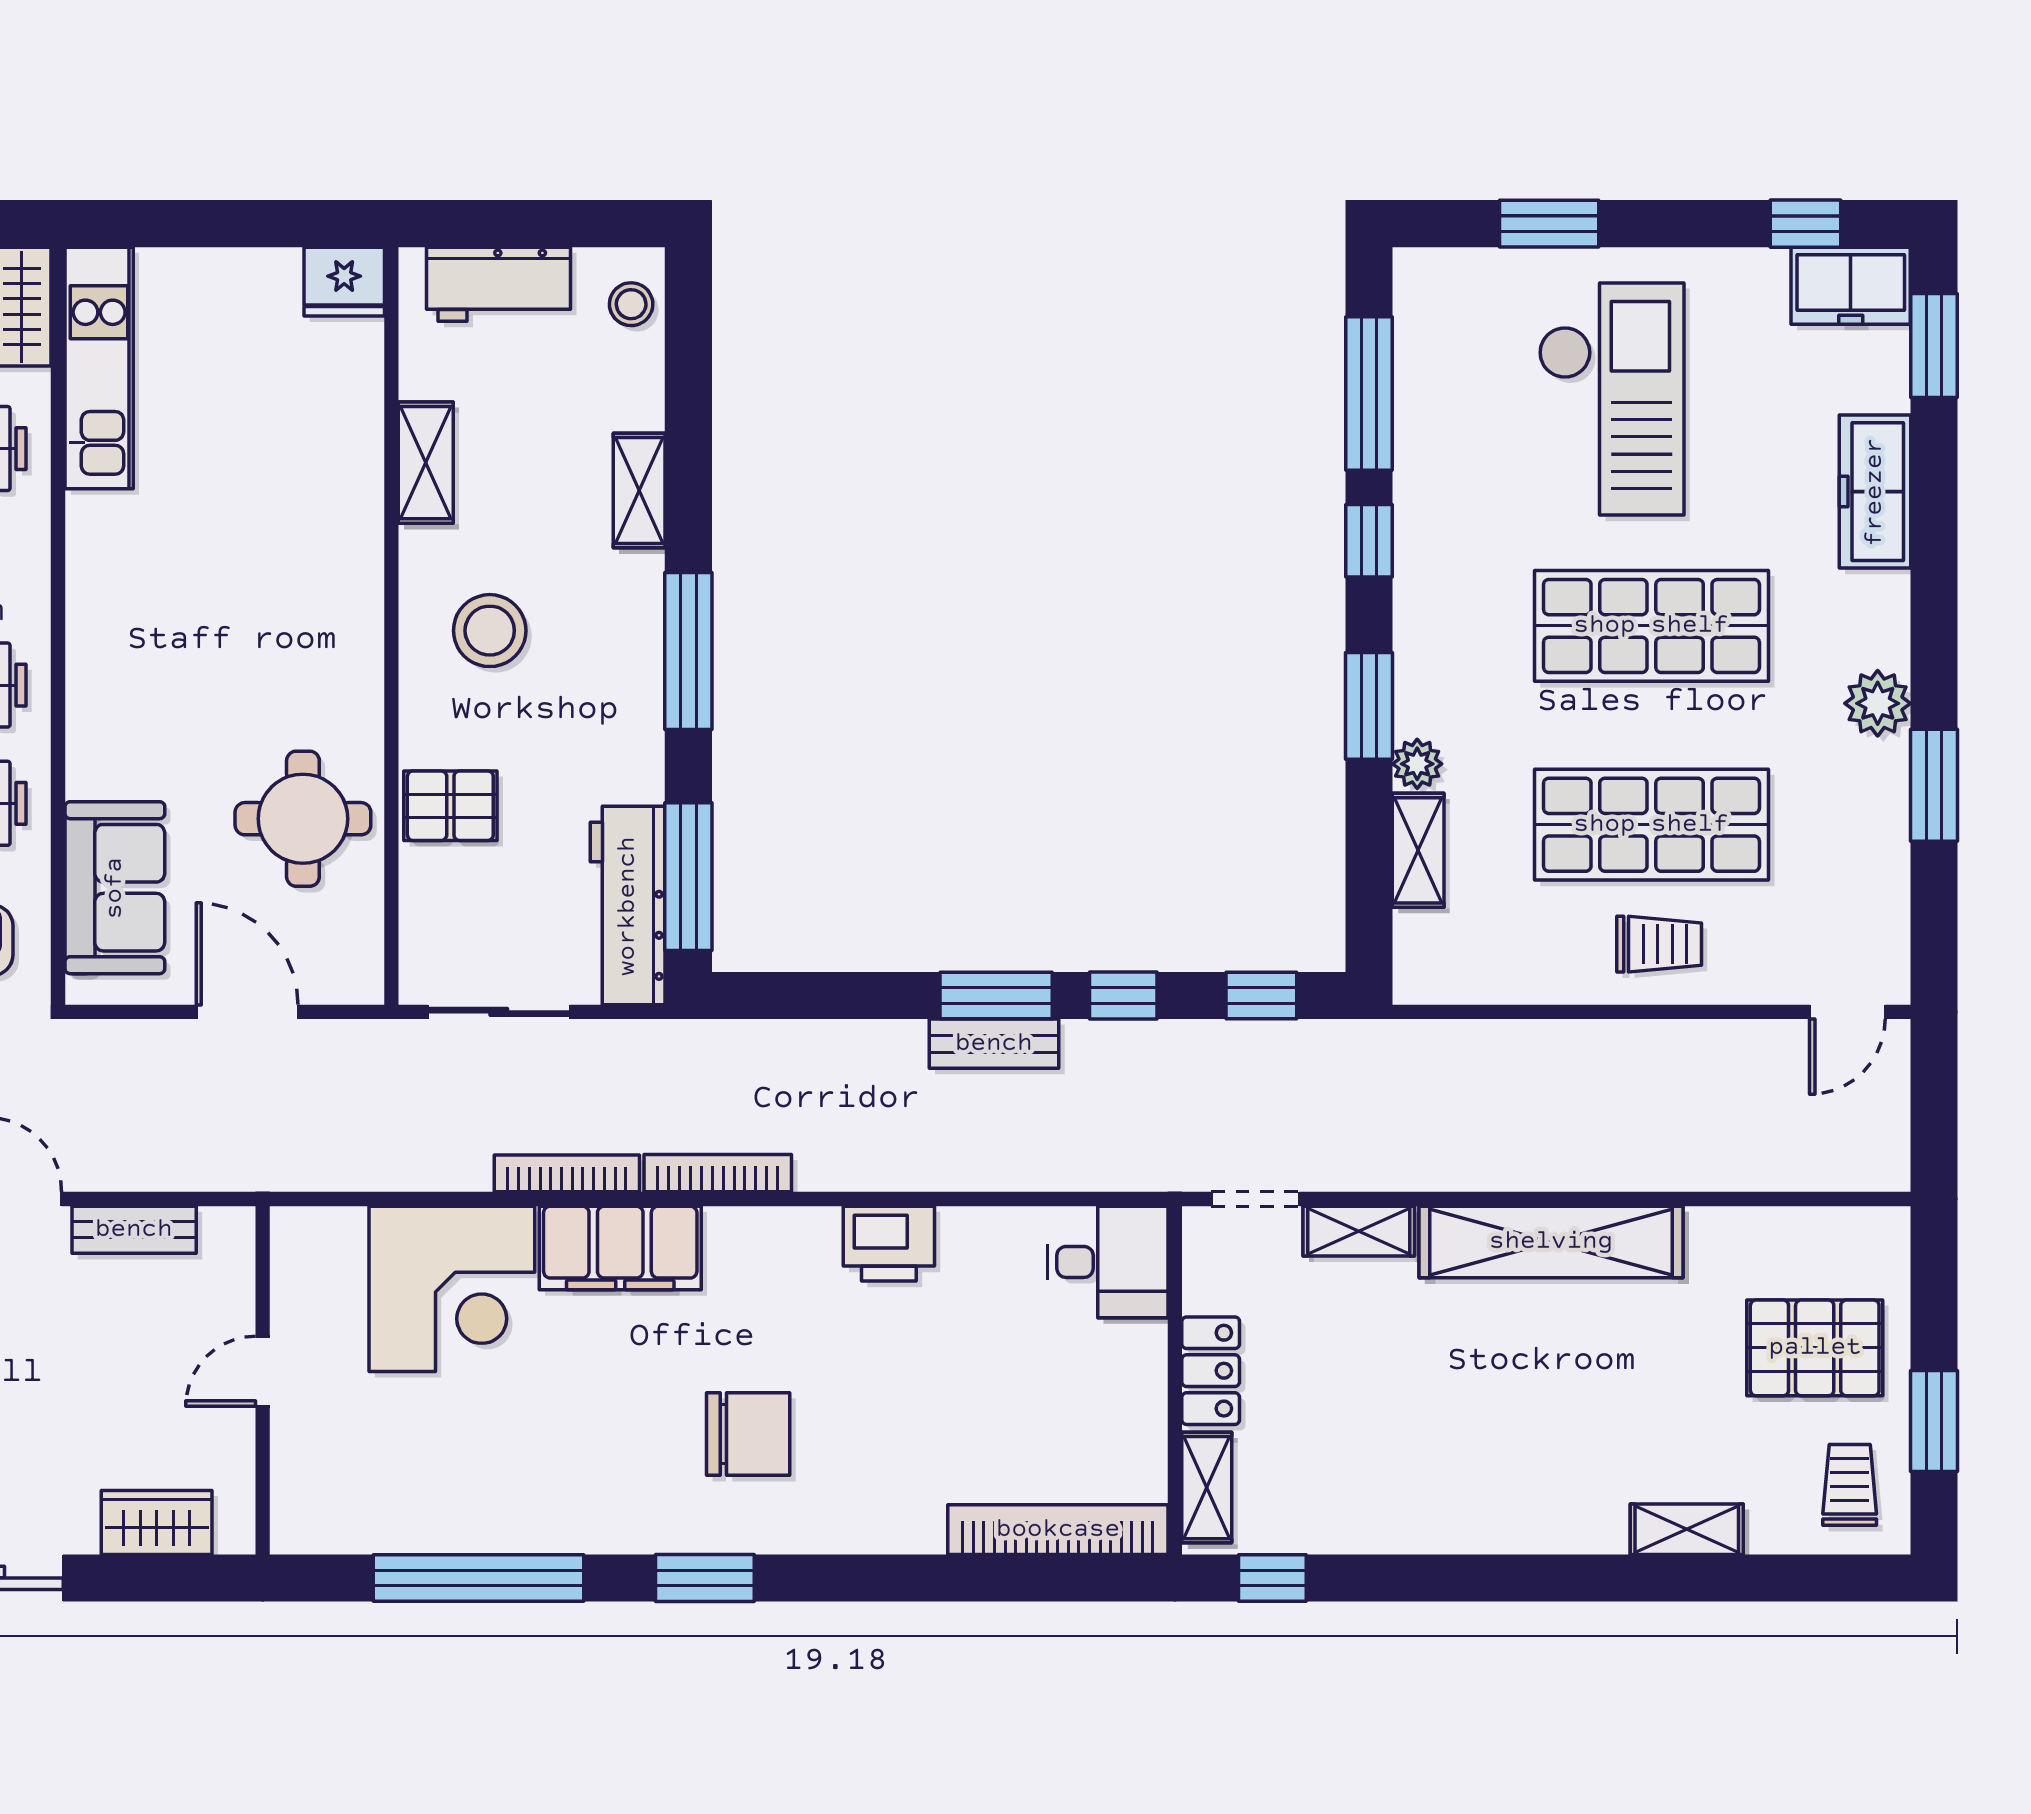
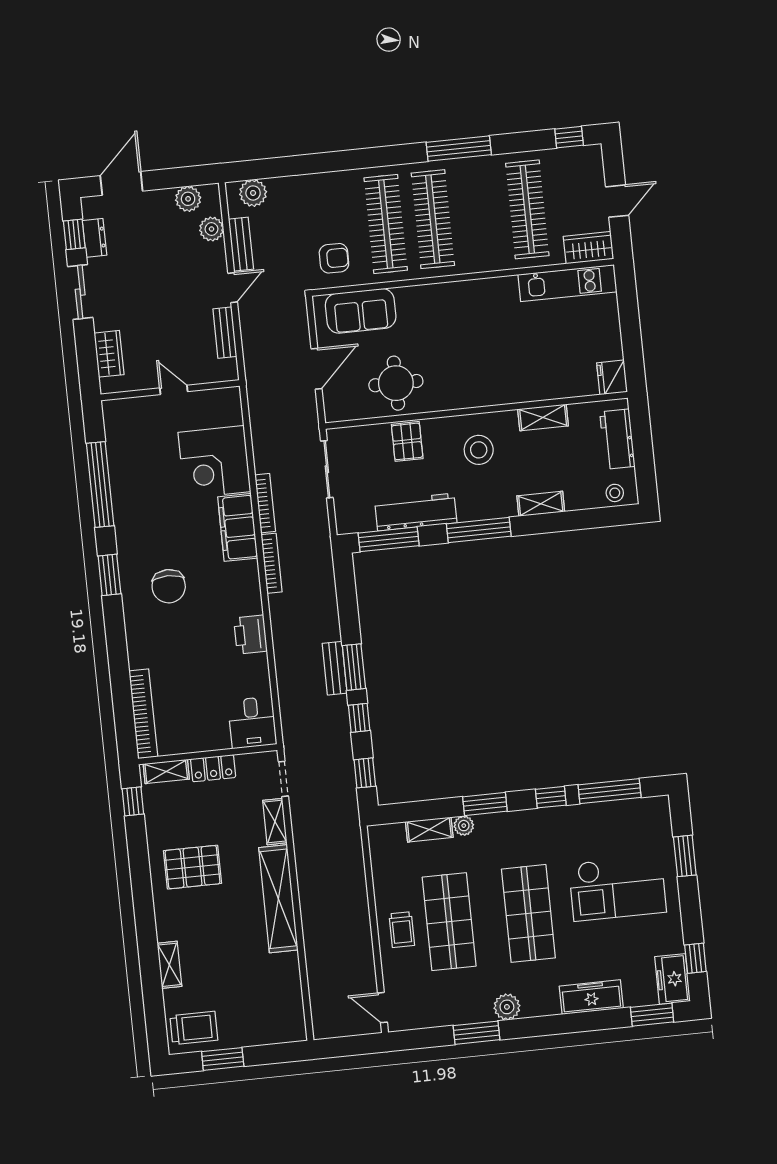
workbench: (628, 906) -> (416, 512), moved
pallet: (1815, 1348) -> (193, 867), moved, turned 90
trolley: (1850, 1485) -> (194, 1028), width x1.36, depth x1.39

